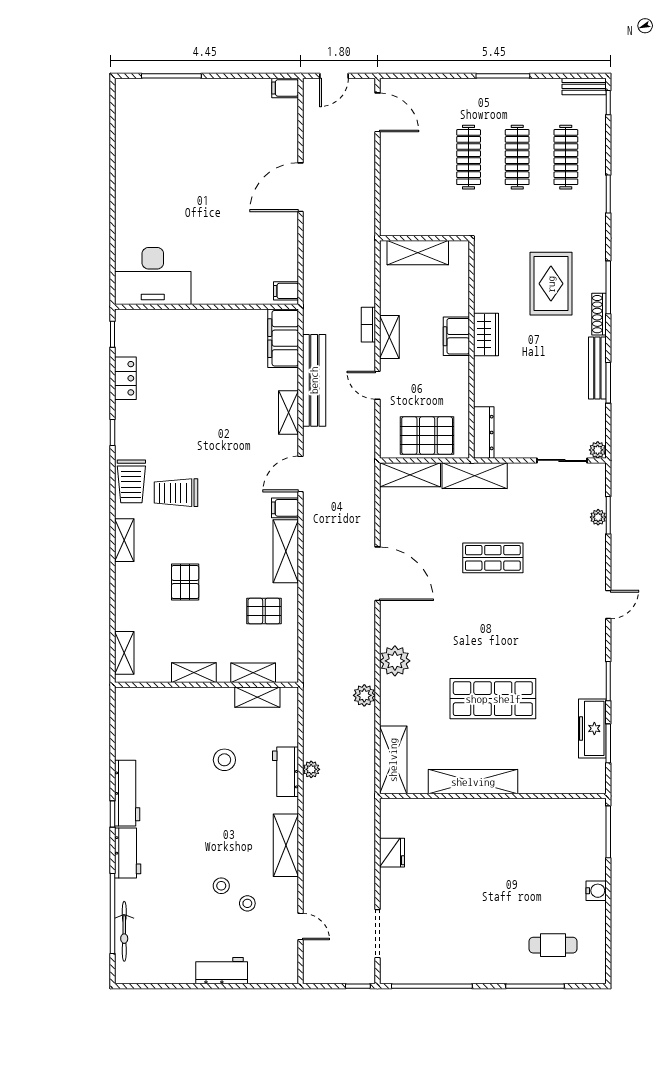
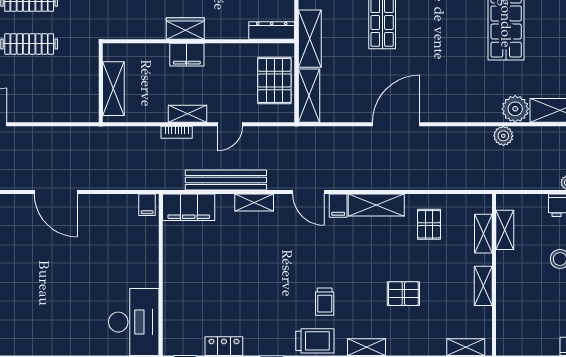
trolley: (176, 493) -> (325, 302), width x0.73, depth x0.72
plant: (395, 661) -> (515, 109), moved

